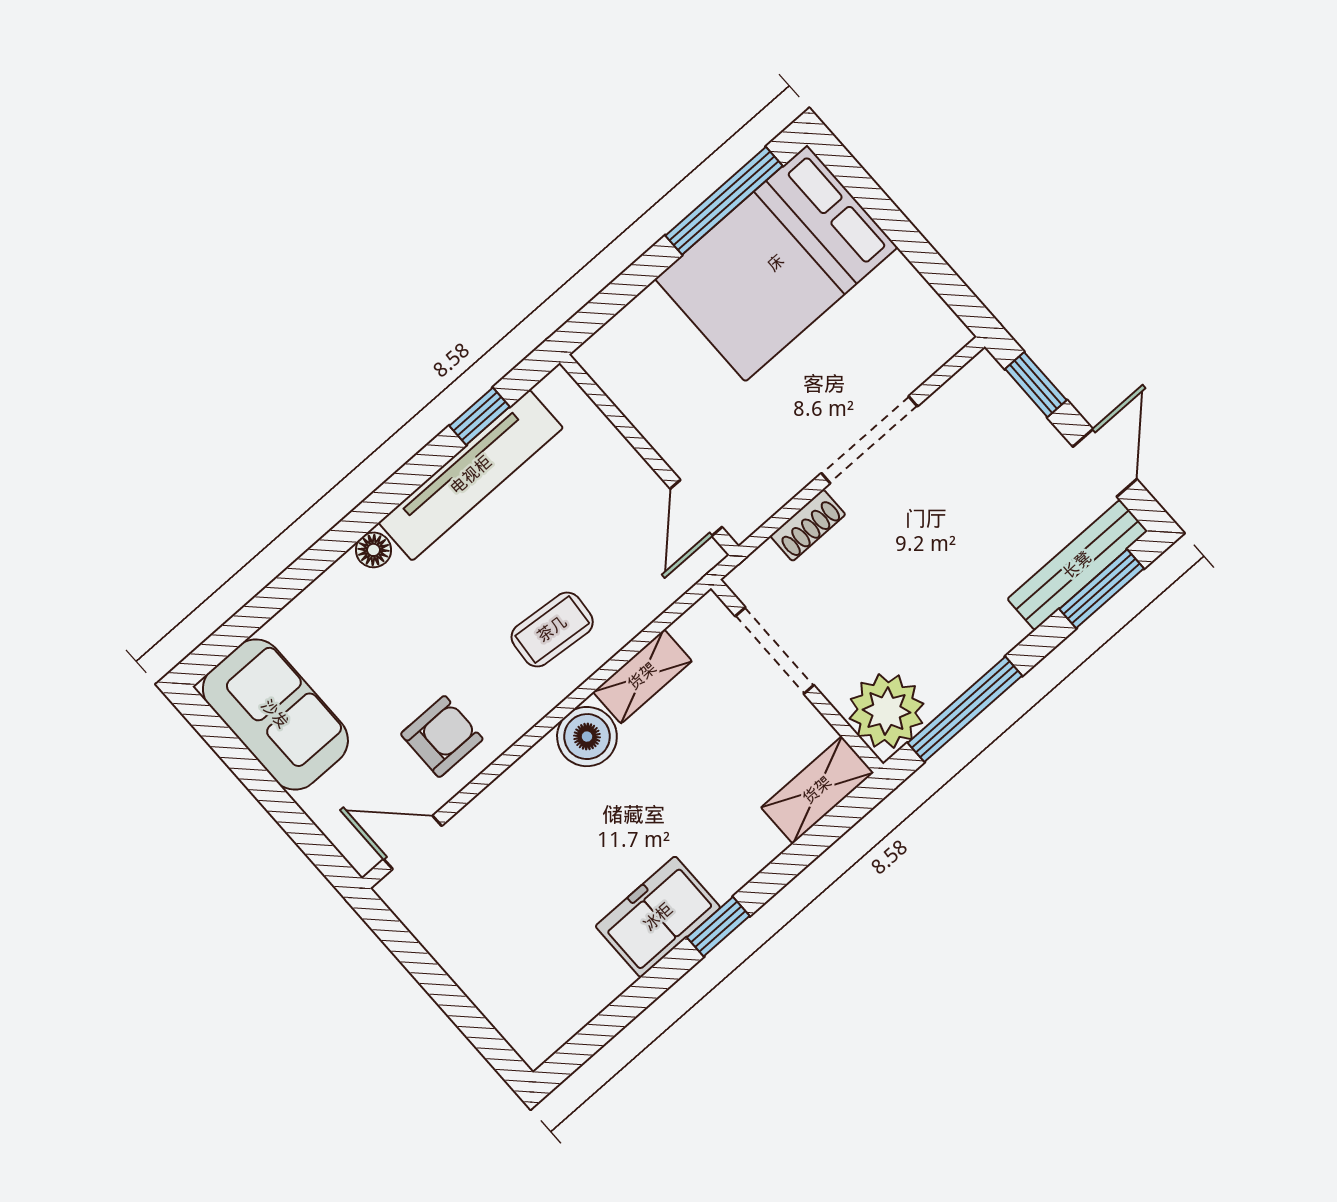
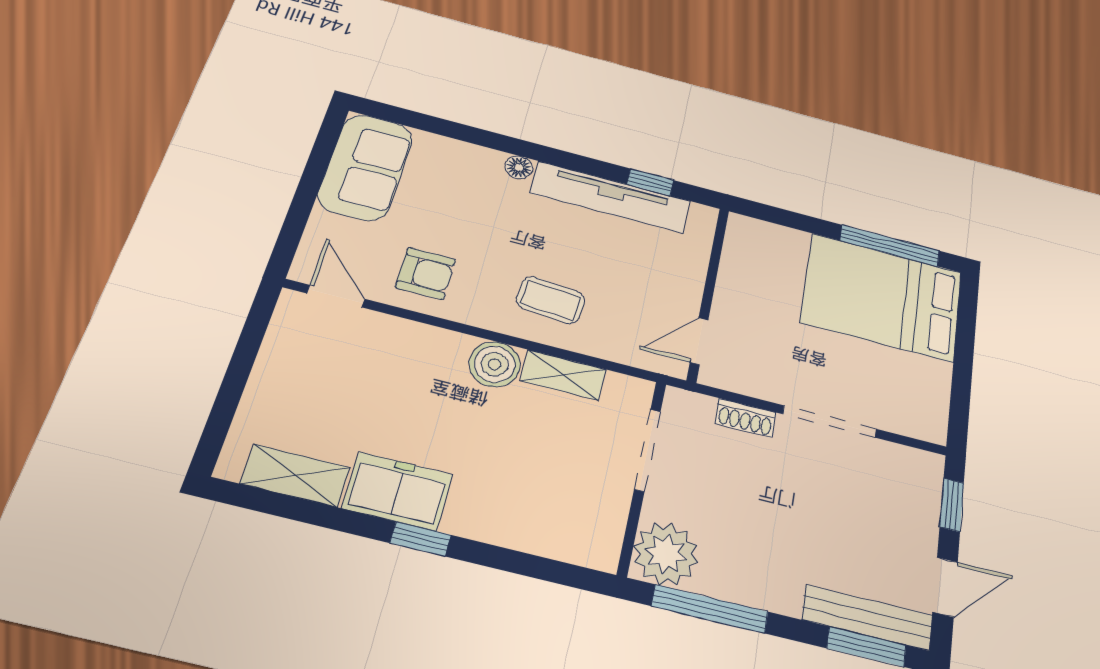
shelving: (817, 790) -> (295, 476), moved

